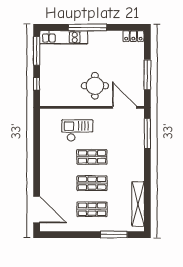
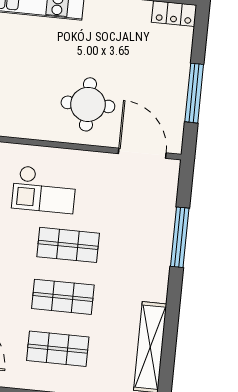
checkout: (77, 130) -> (44, 190), turned 180
window: (147, 134) -> (180, 237), moved

